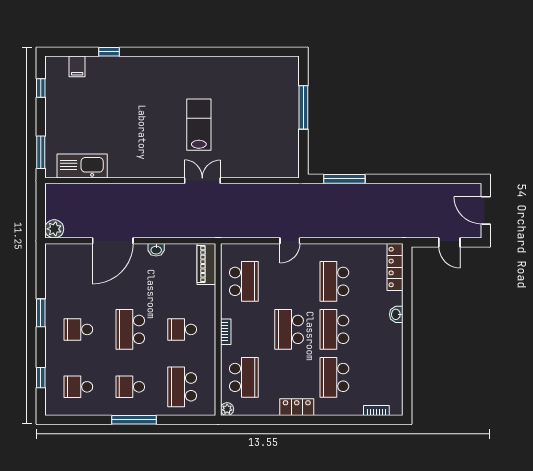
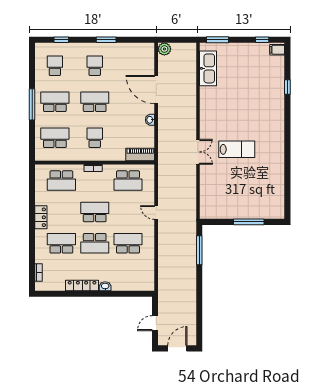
filing cabinet: (77, 66) -> (277, 50), moved
locker: (395, 267) -> (82, 285), moved
school desk: (334, 329) -> (95, 243), turned 180
school desk: (130, 387) -> (55, 102), width x1.85
plant: (227, 409) -> (39, 169), removed

